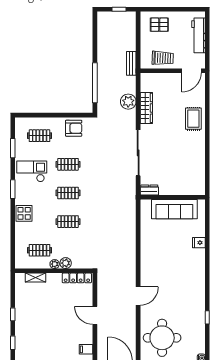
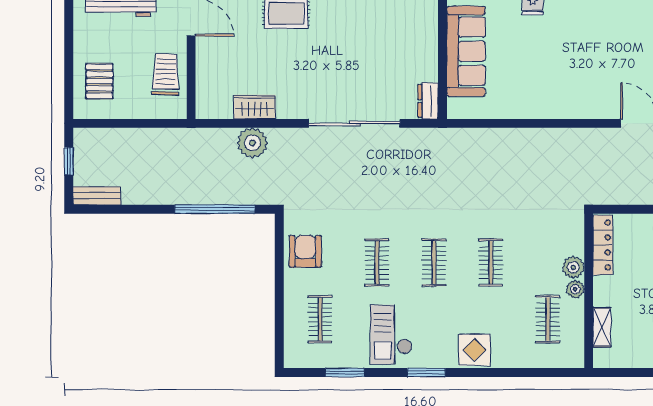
bench: (131, 63) -> (97, 196), moved
wardrobe: (146, 108) -> (255, 107), width x0.67

